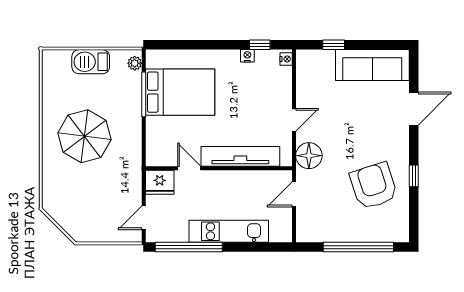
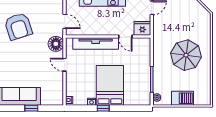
window: (260, 45) -> (103, 108), moved
window: (334, 45) -> (31, 108), moved
bed: (180, 92) -> (110, 85), moved, turned 90
door: (294, 120) -> (65, 65), hinge flipped
door: (294, 194) -> (65, 21), hinge flipped

